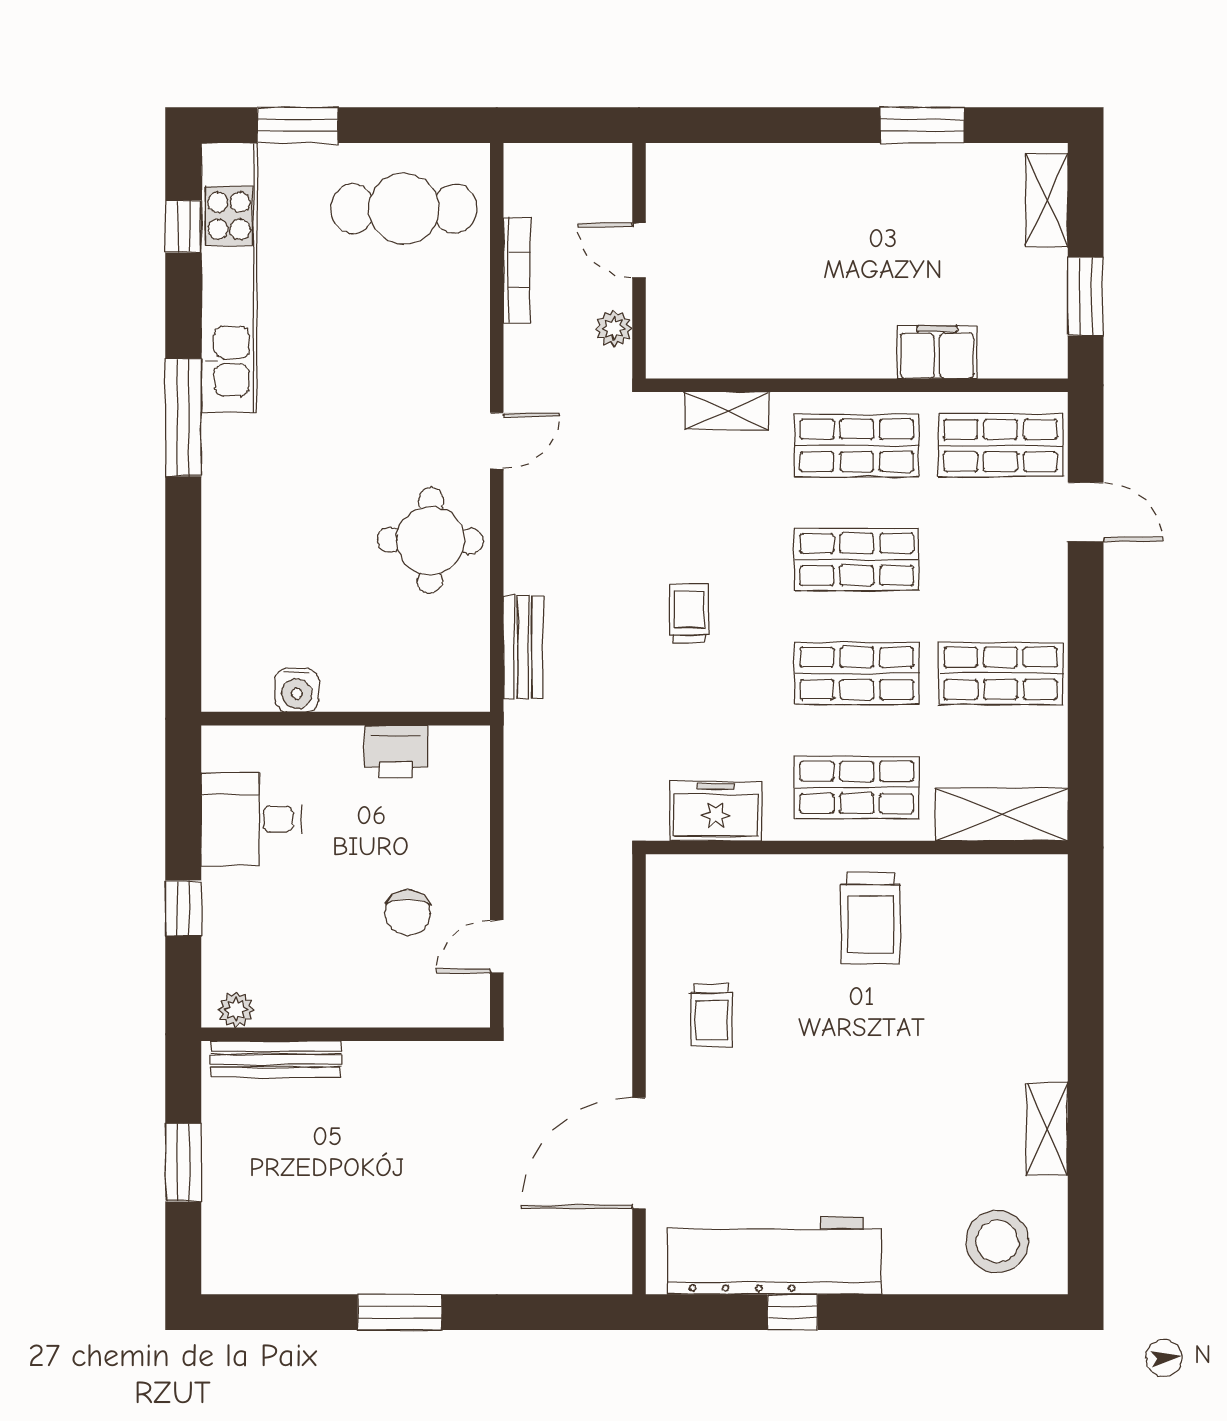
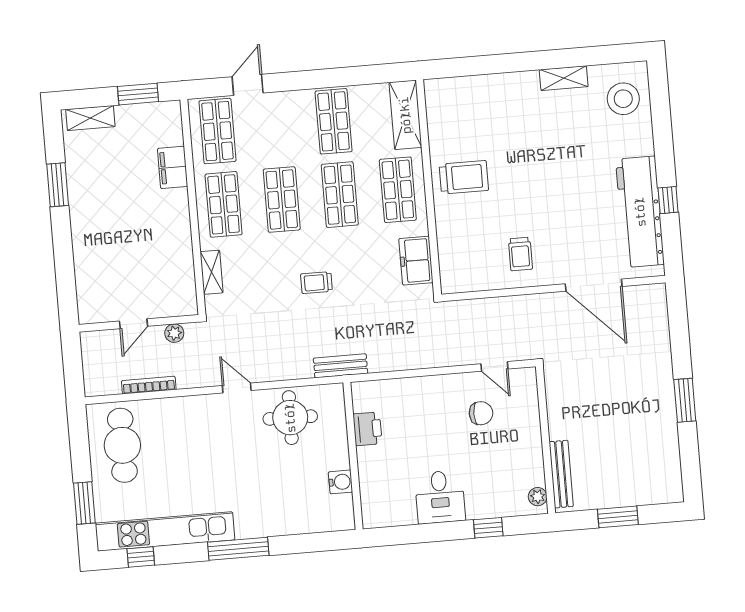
water cooler: (297, 690) -> (340, 482), moved
wall: (346, 719) -> (353, 456), moved
printer: (396, 751) -> (367, 429), moved
trolley: (711, 1016) -> (520, 254), turned 90

